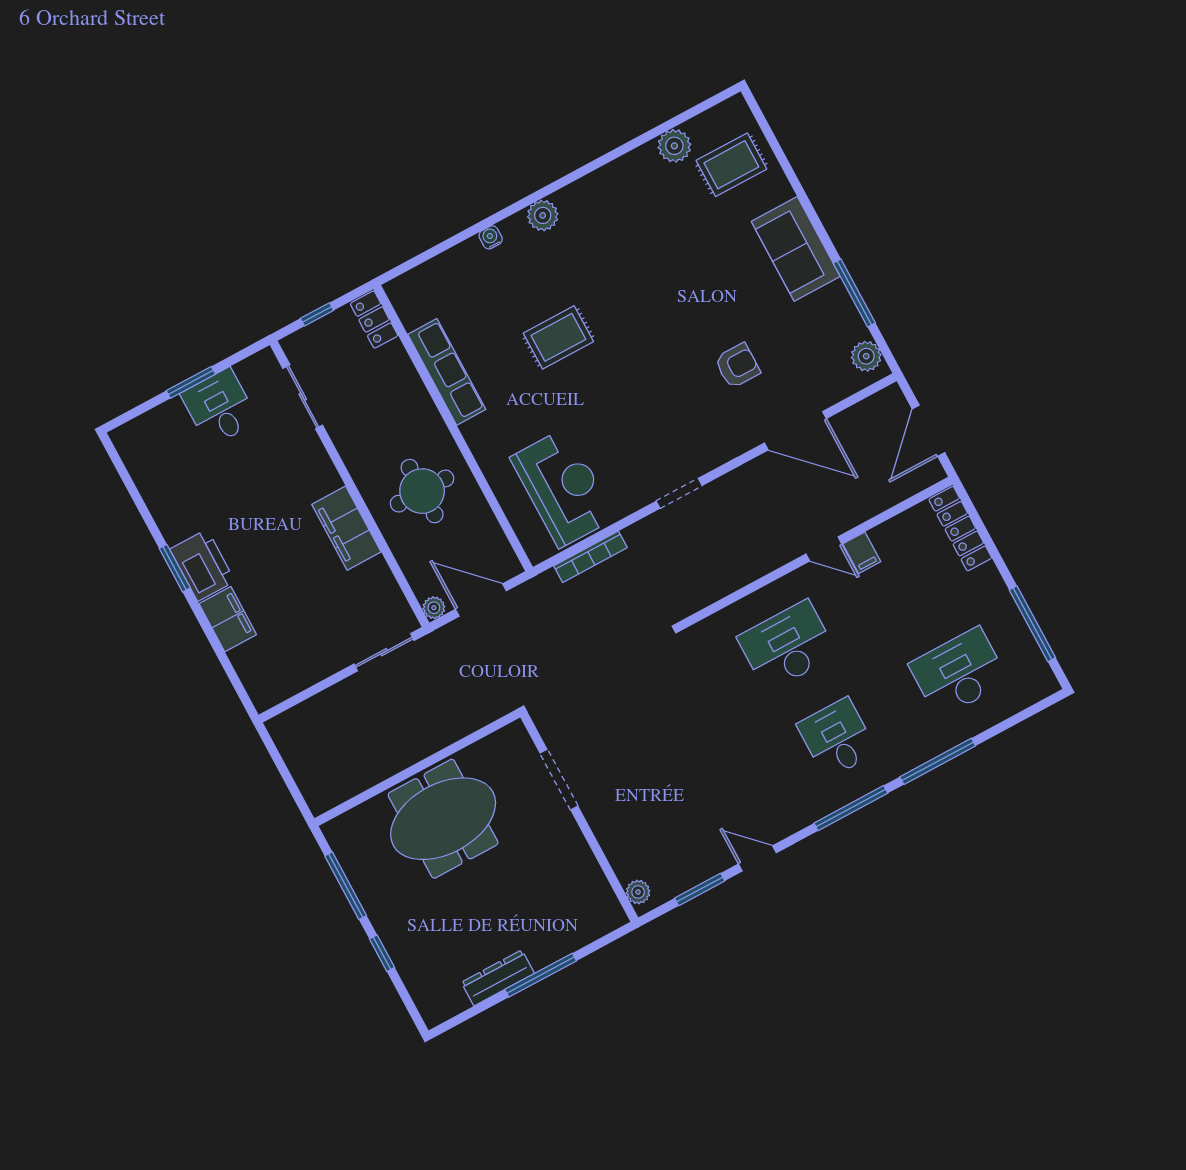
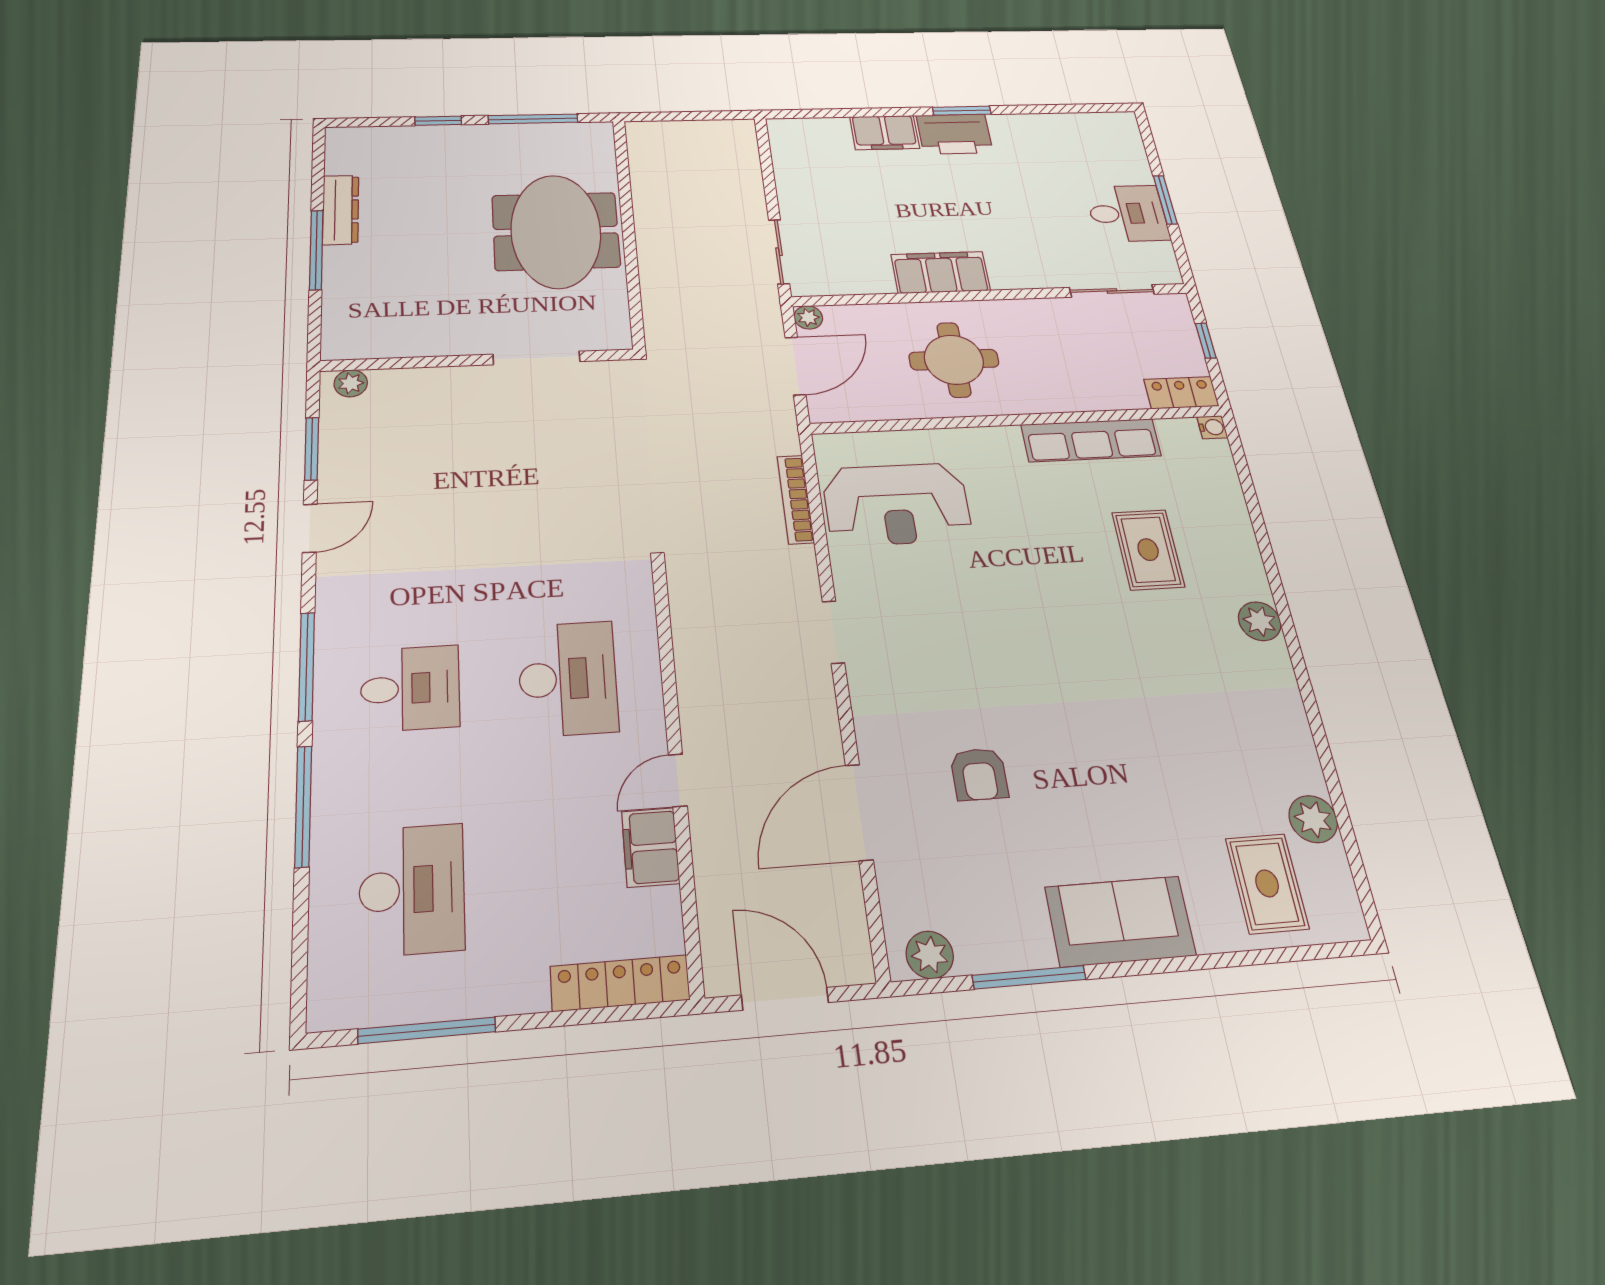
water cooler: (491, 237) -> (1212, 427), moved
rug: (558, 337) -> (1148, 550), moved
filing cabinet: (862, 553) -> (651, 847), width x2.00

